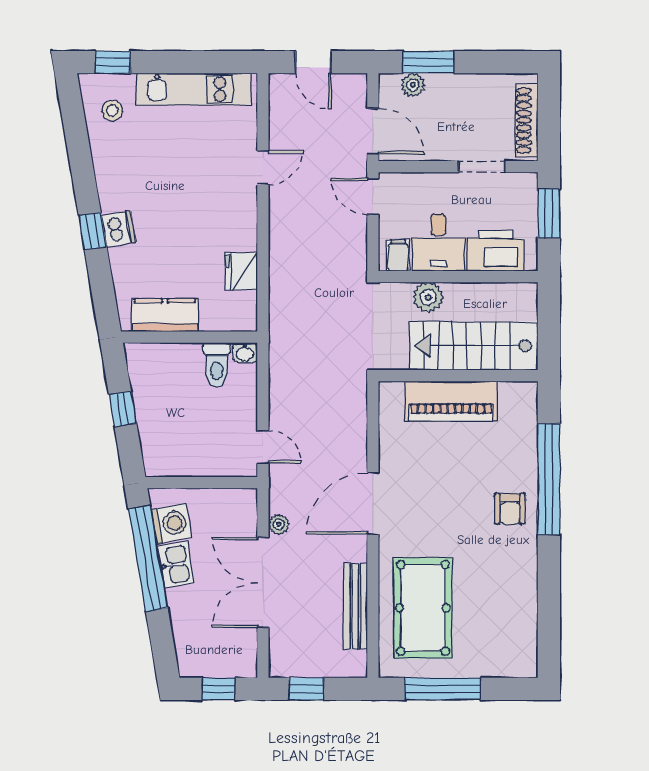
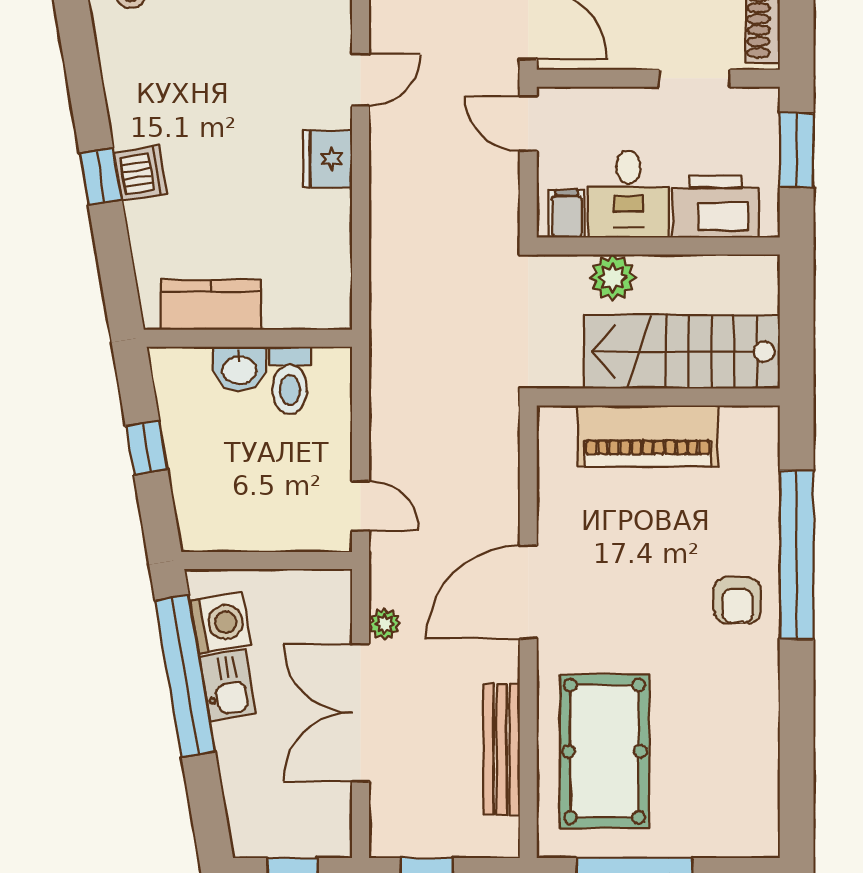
fridge: (241, 271) -> (328, 159), moved
washbasin: (245, 353) -> (239, 369), moved, width x1.38, depth x1.45

